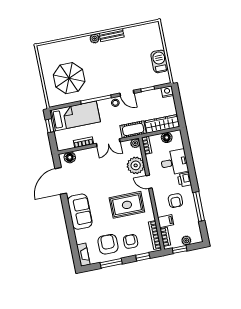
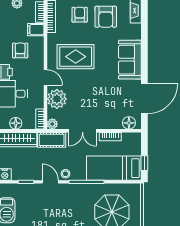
double door: (108, 143) -> (83, 131), swing flipped
armchair: (131, 241) -> (80, 15), turned 180

